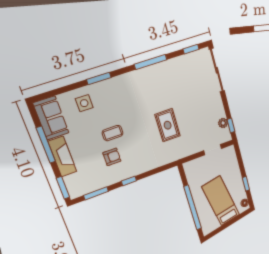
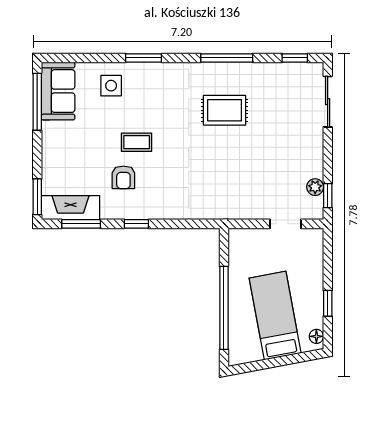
sliding door: (217, 70) -> (328, 102), width x0.73
rug: (168, 125) -> (225, 110), moved, turned 90
window: (46, 145) -> (37, 102), moved
fireplace: (62, 156) -> (71, 208), moved, turned -90
armchair: (112, 157) -> (123, 177), turned 90

